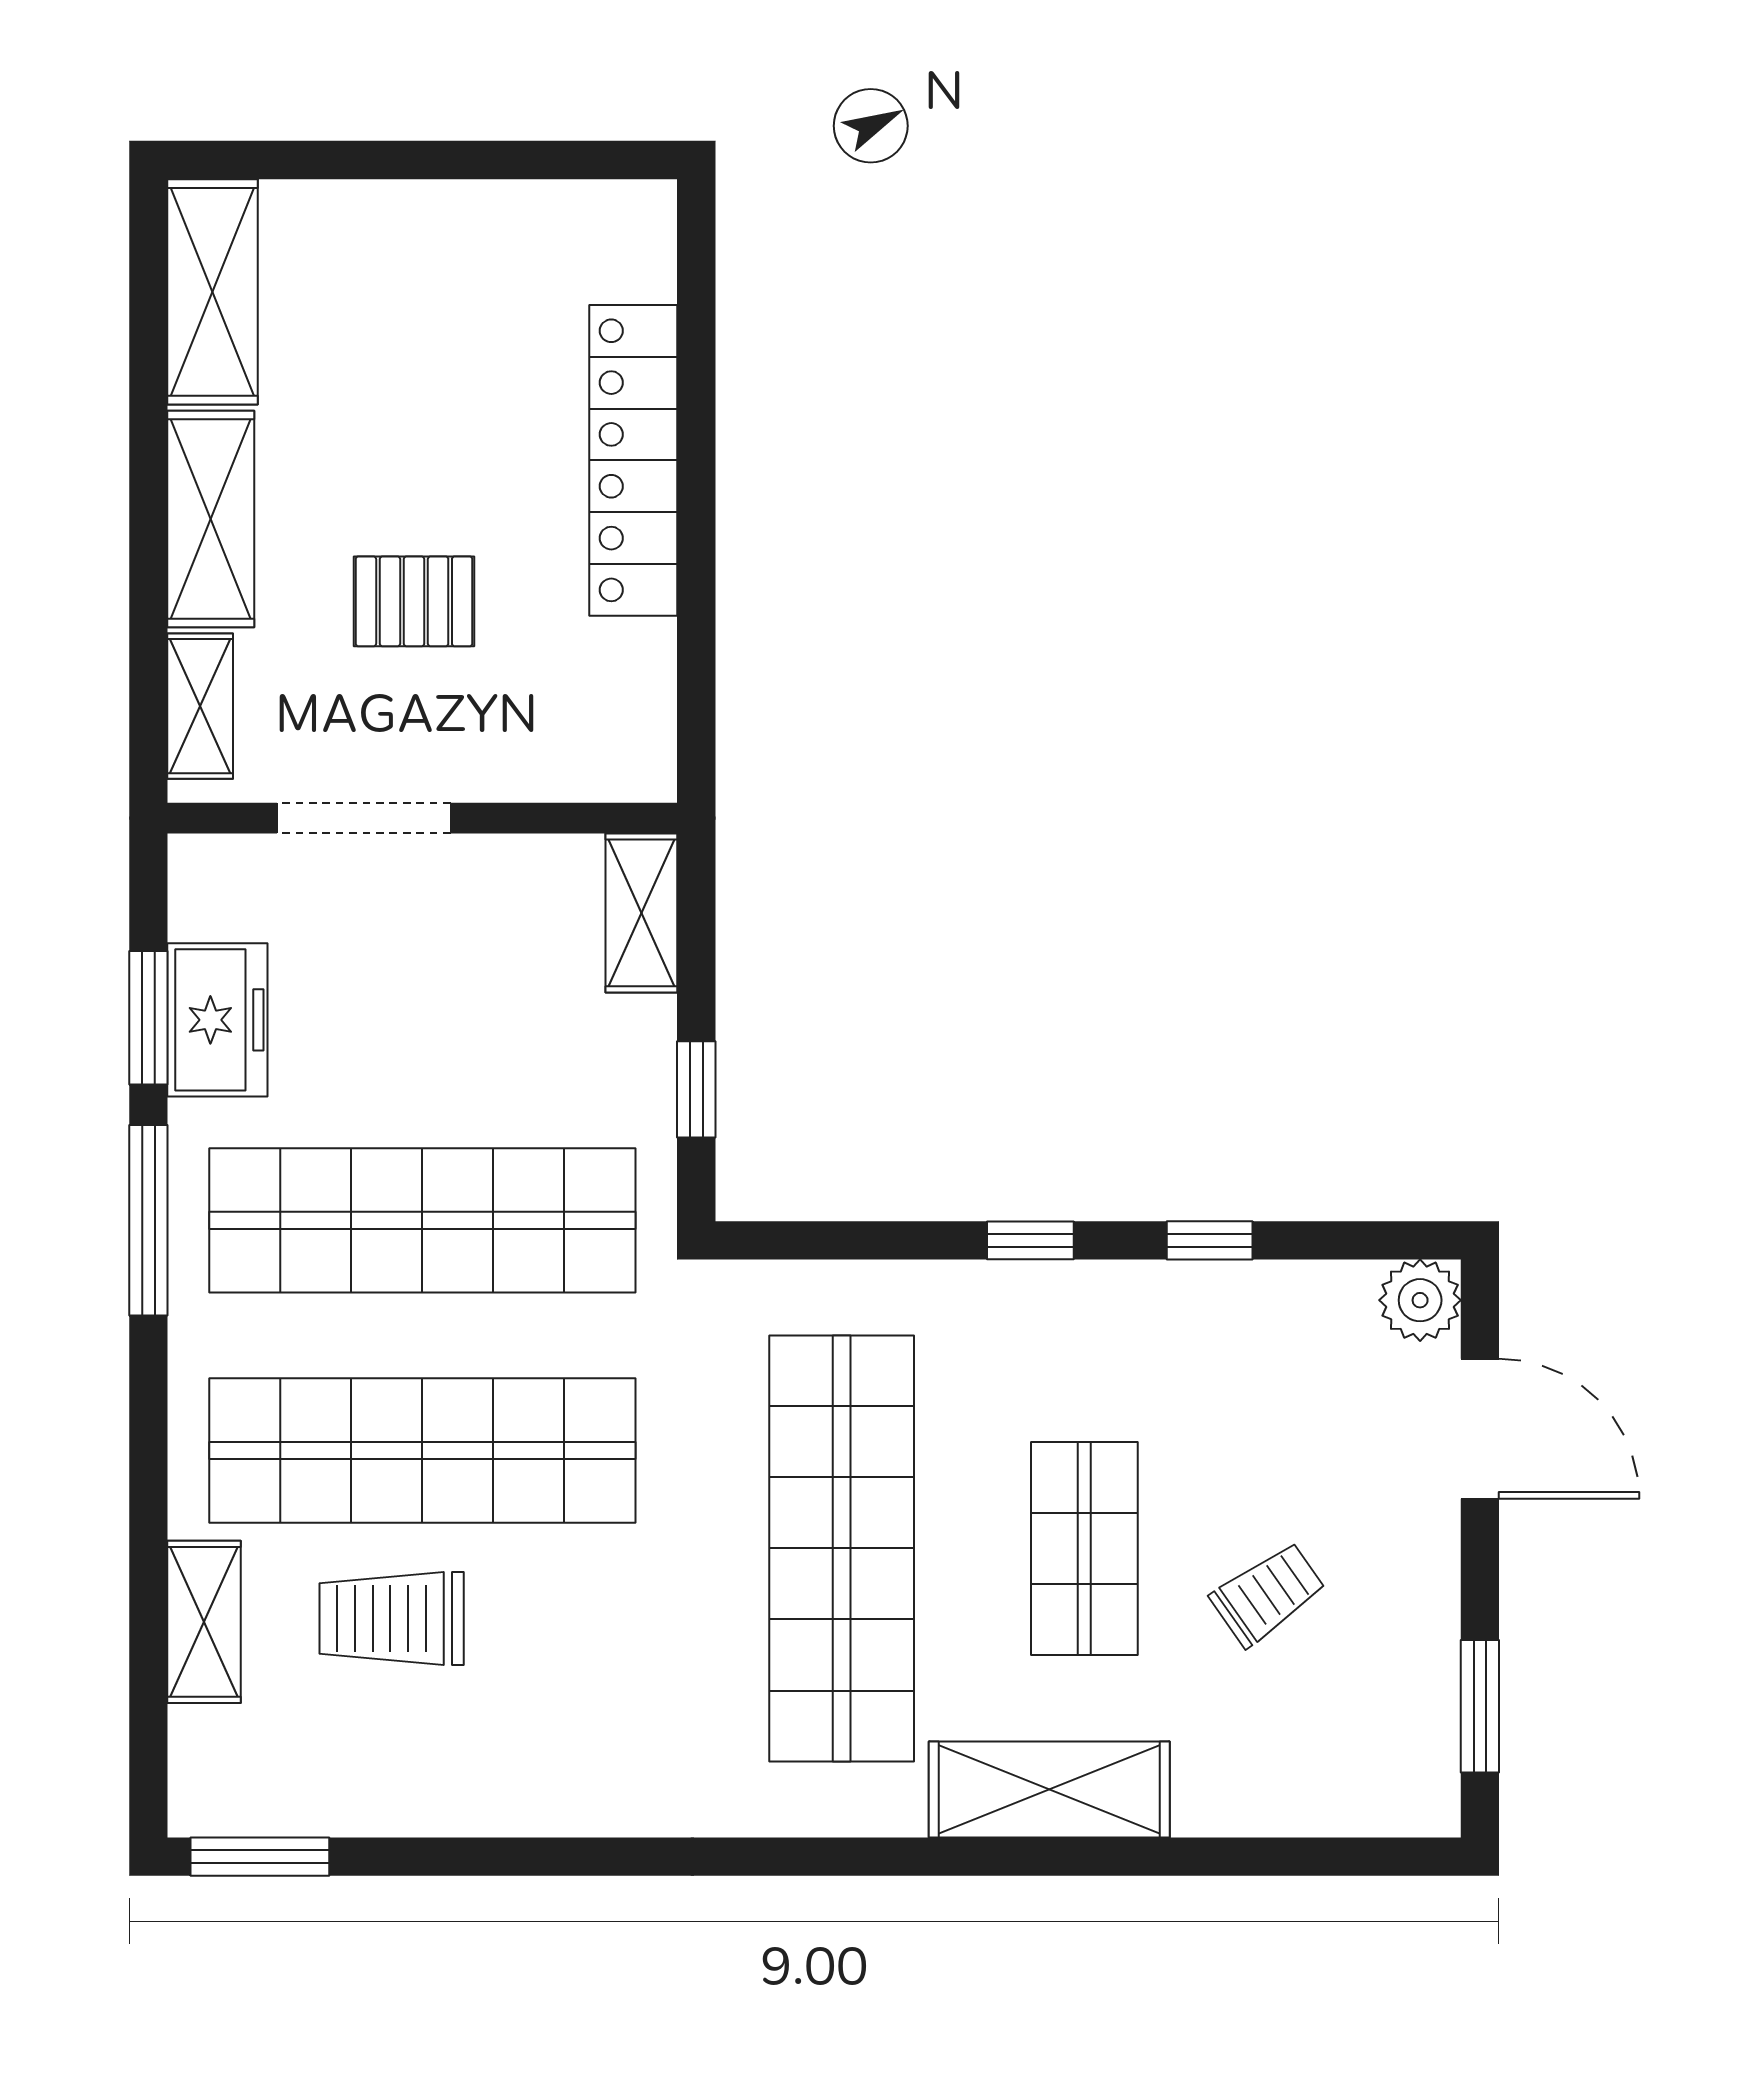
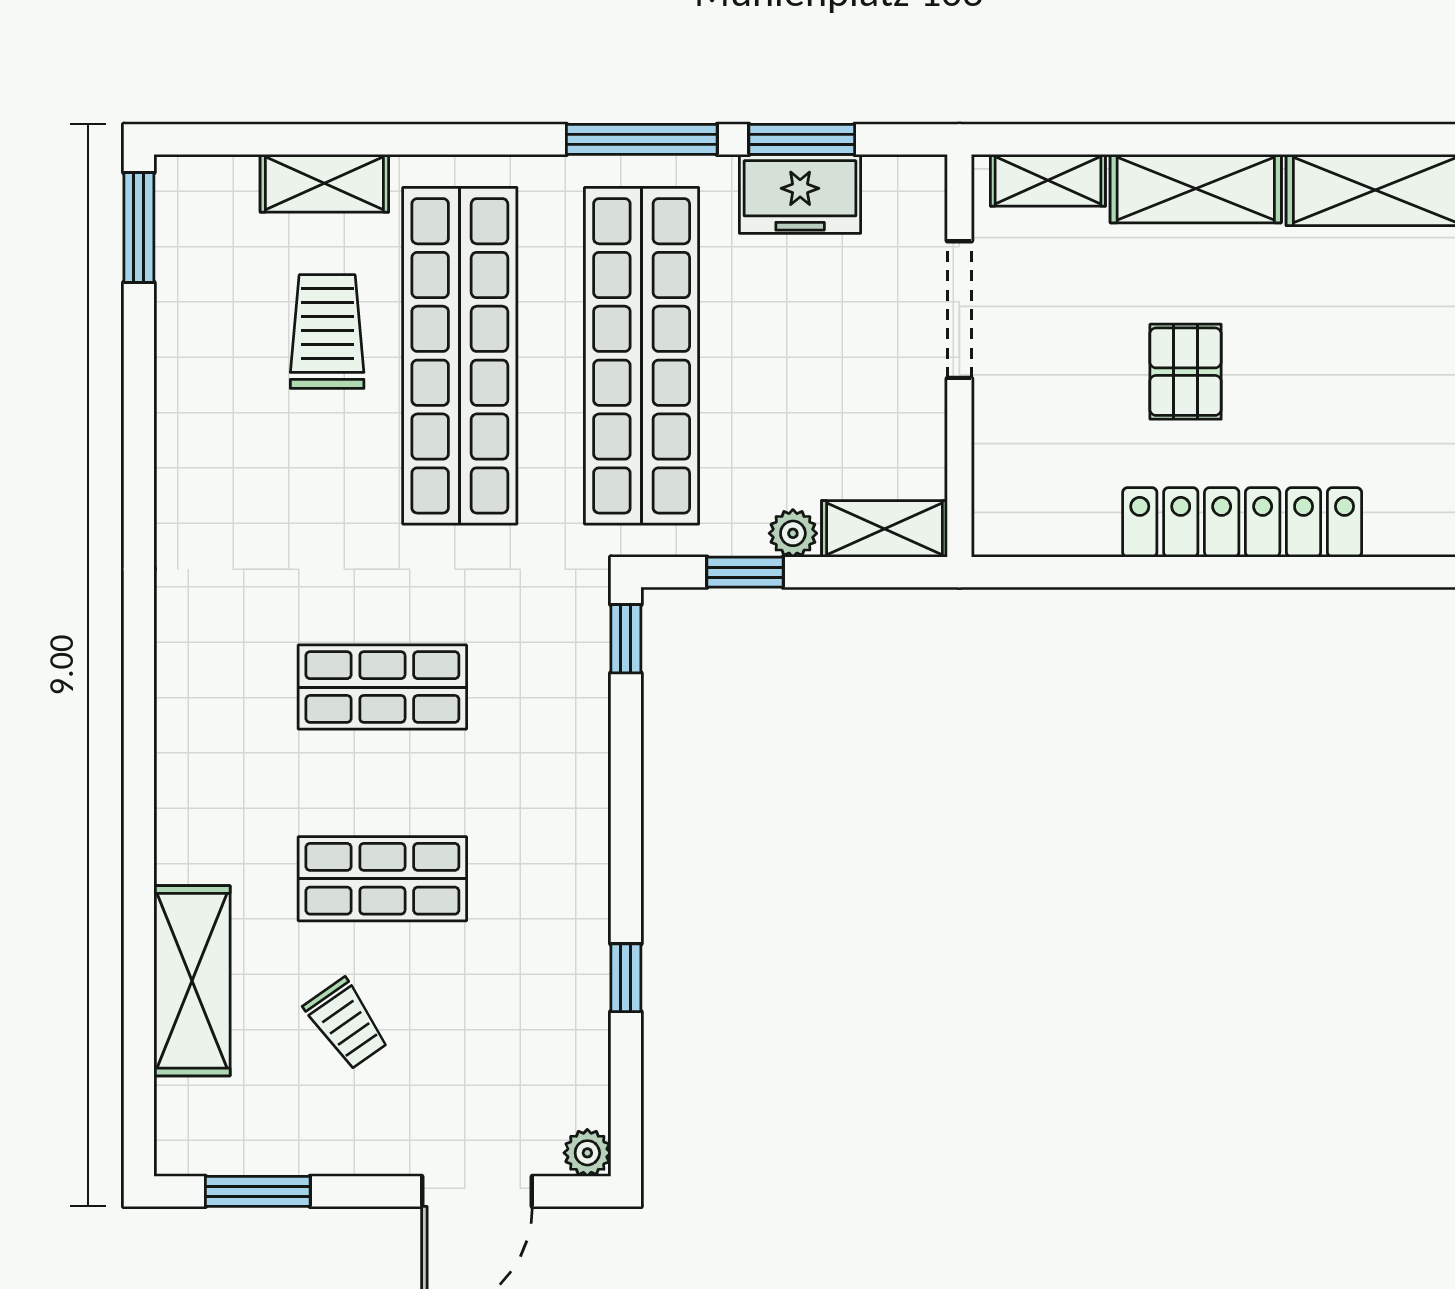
pallet: (414, 601) -> (1186, 372), moved
plant: (647, 1029) -> (793, 533), added
window: (1030, 1240) -> (626, 639), moved
plant: (1420, 1300) -> (587, 1153), width x0.73, depth x0.73
shop shelf: (842, 1548) -> (382, 687), width x0.50, depth x0.74
shelving: (1049, 1789) -> (192, 981), moved

